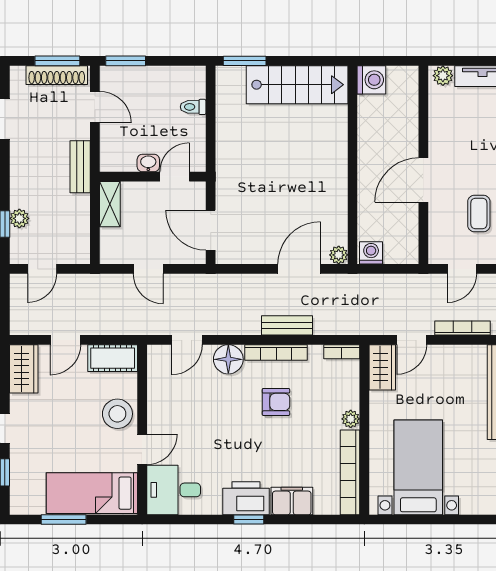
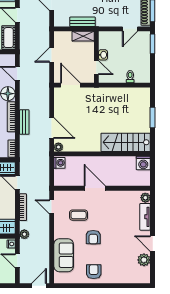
window: (245, 61) -> (153, 118), moved
stairs: (297, 85) -> (126, 142), moved, turned 90
bench: (80, 167) -> (83, 22), moved
door: (211, 230) -> (70, 85), hinge flipped

